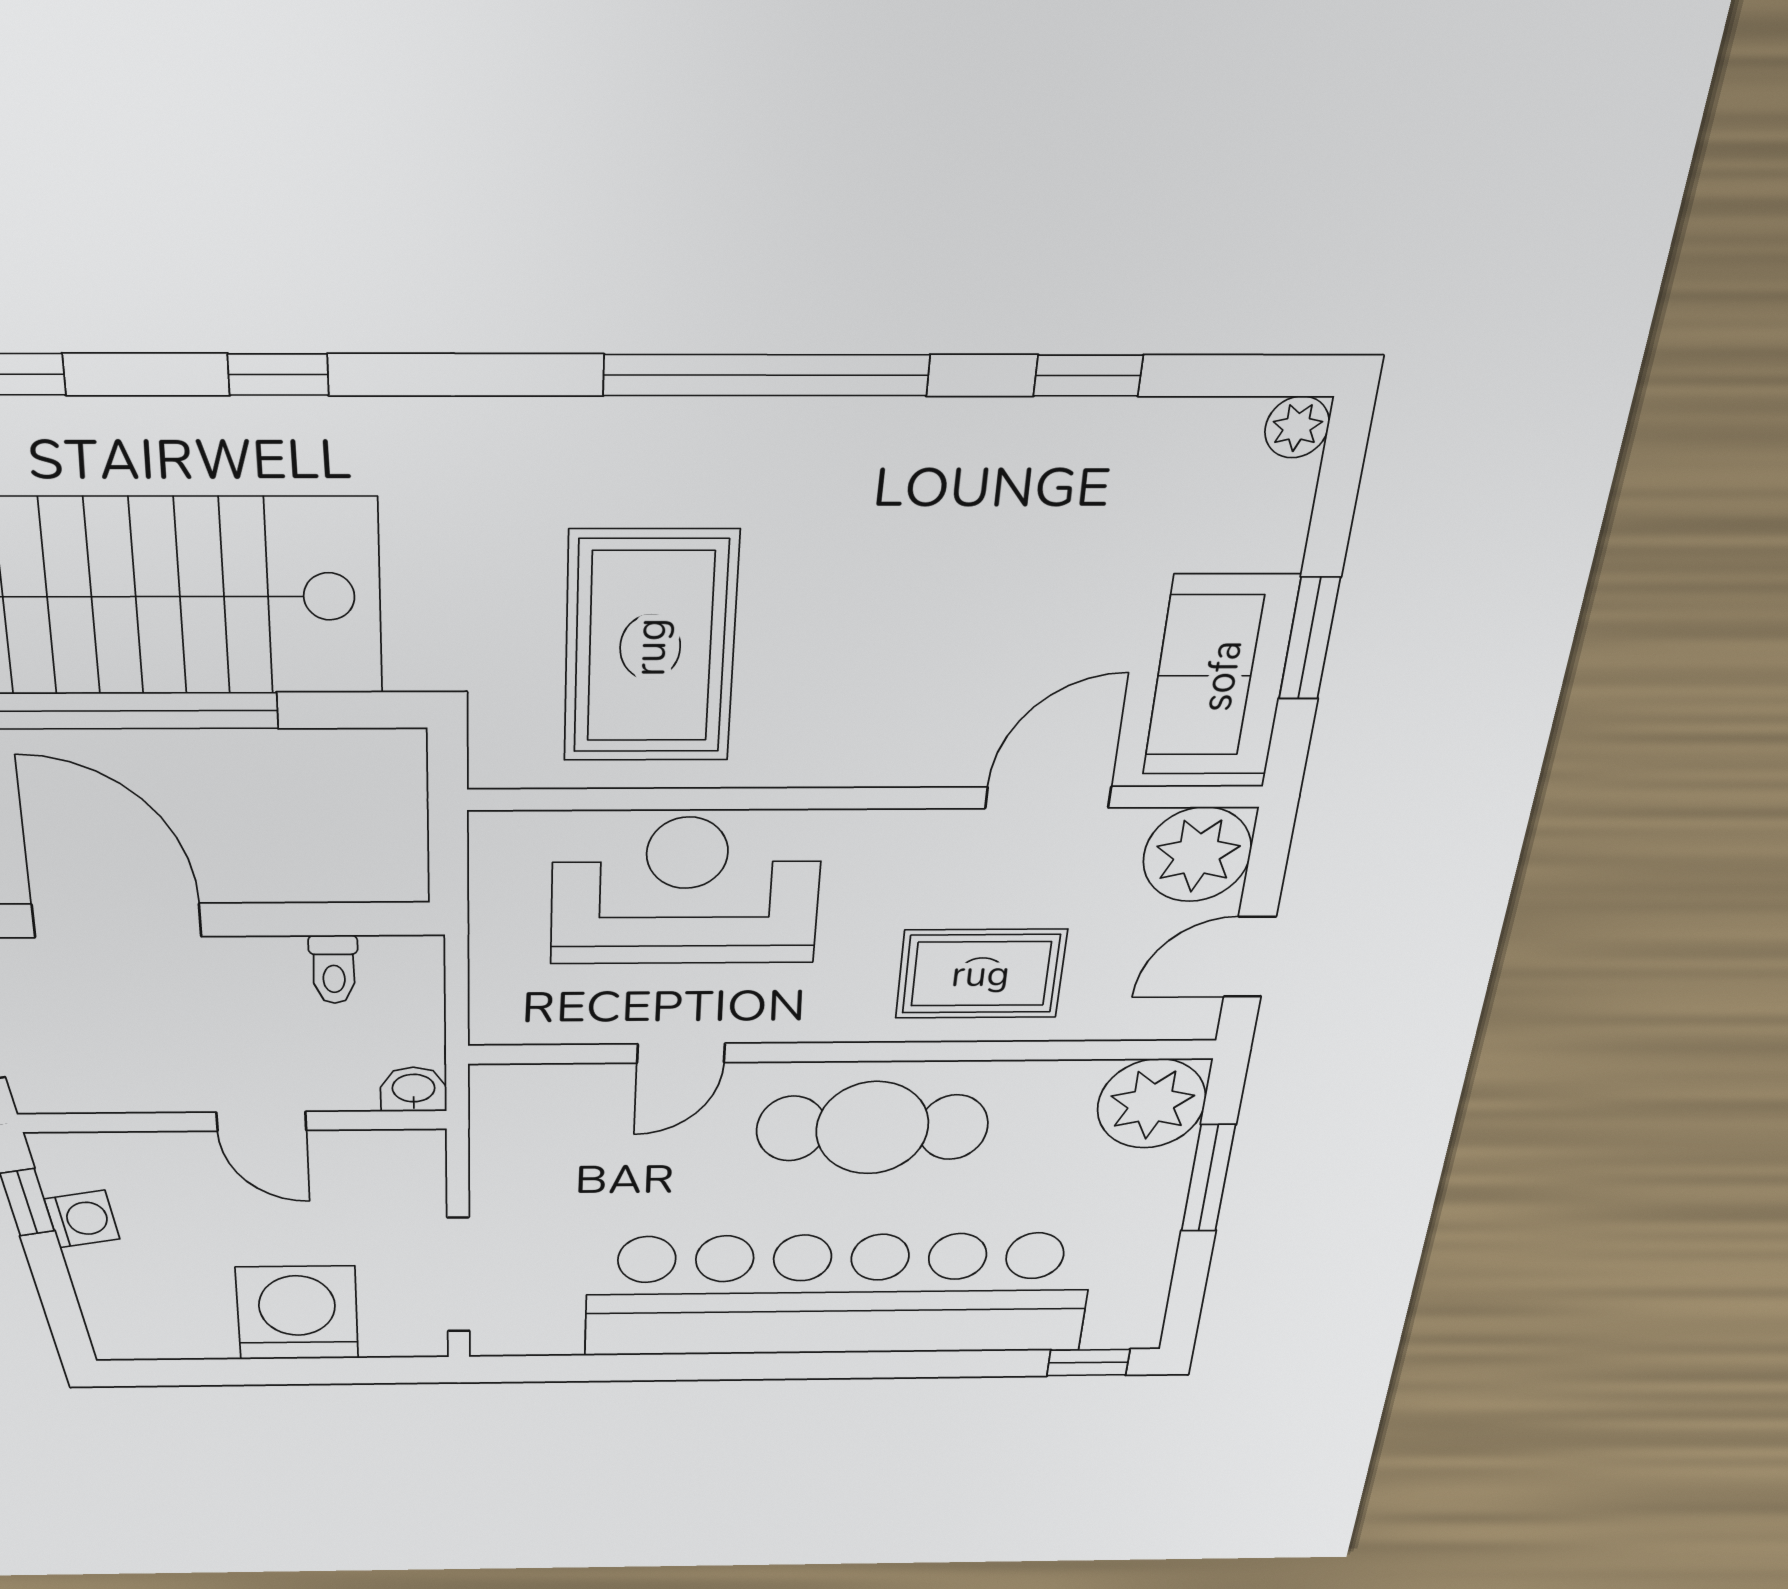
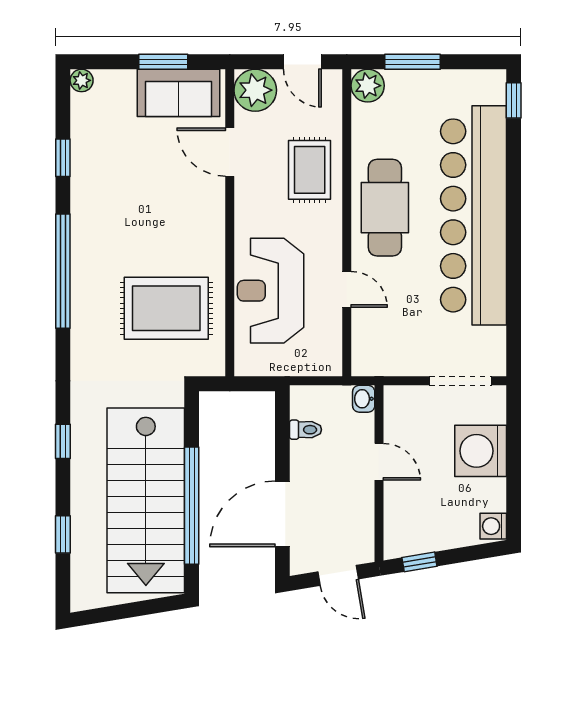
plant: (1152, 1104) -> (368, 86), width x0.73, depth x0.73
door: (261, 1121) -> (379, 462), hinge flipped
washing machine: (82, 1219) -> (493, 526), moved, turned -81

